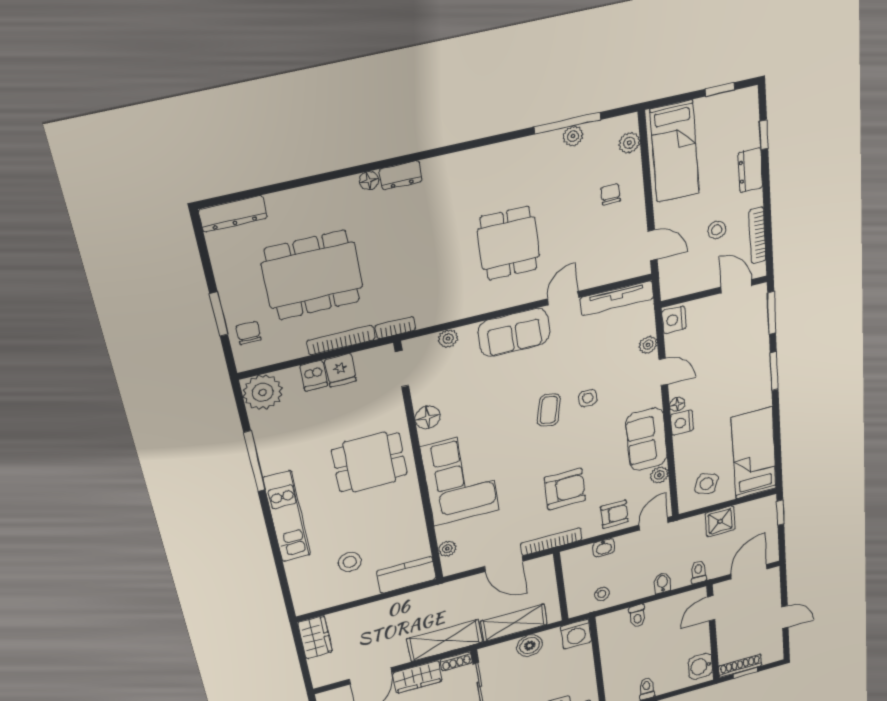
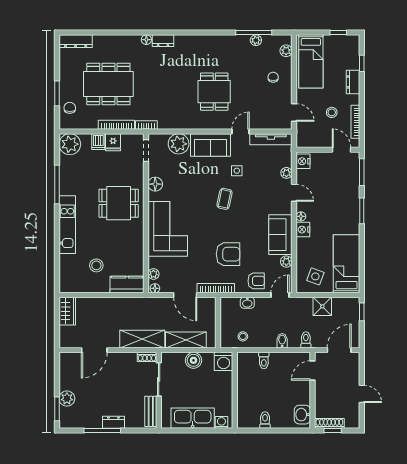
plant: (448, 339) -> (179, 144), width x1.87, depth x1.87
side table: (588, 398) -> (237, 171), moved
floor lamp: (453, 568) -> (155, 288), added
wardrobe: (417, 677) -> (122, 361), removed

